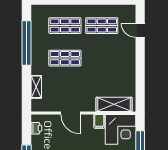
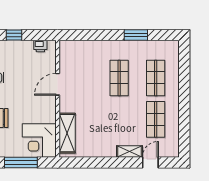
window: (26, 43) -> (136, 35), width x0.47
shelving: (36, 87) -> (129, 151), moved
filing cabinet: (99, 121) -> (48, 117), removed

